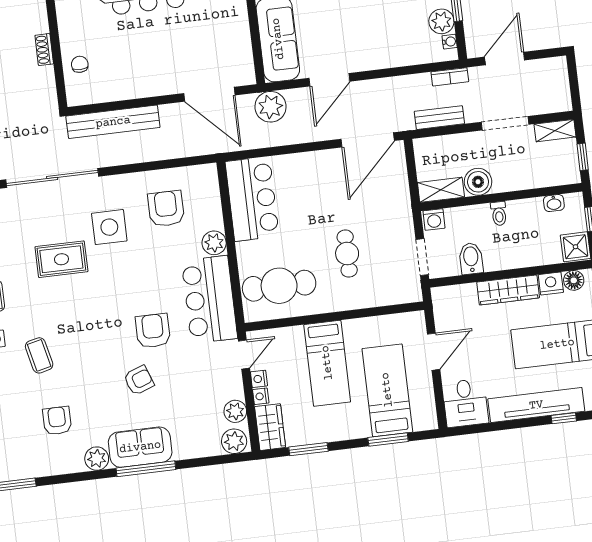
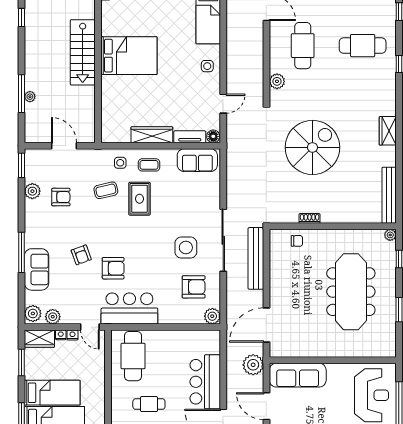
sliding door: (52, 178) -> (223, 240), moved
bar counter: (252, 199) -> (205, 382), moved, turned 90
plant: (214, 243) -> (212, 316), moved
rug: (61, 259) -> (139, 199), moved
bed: (327, 363) -> (52, 393), moved, turned 180
sofa: (140, 447) -> (37, 269), moved
plant: (97, 459) -> (32, 191), moved

